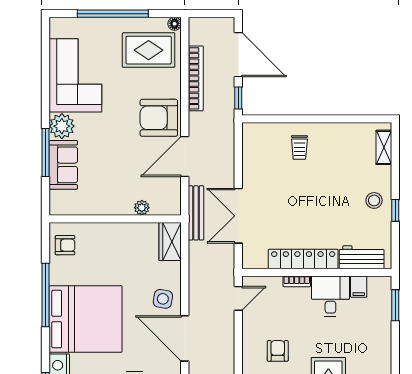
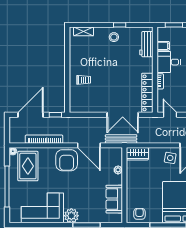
sofa: (63, 165) -> (114, 199), moved, turned -90
locker: (303, 259) -> (147, 93), moved

